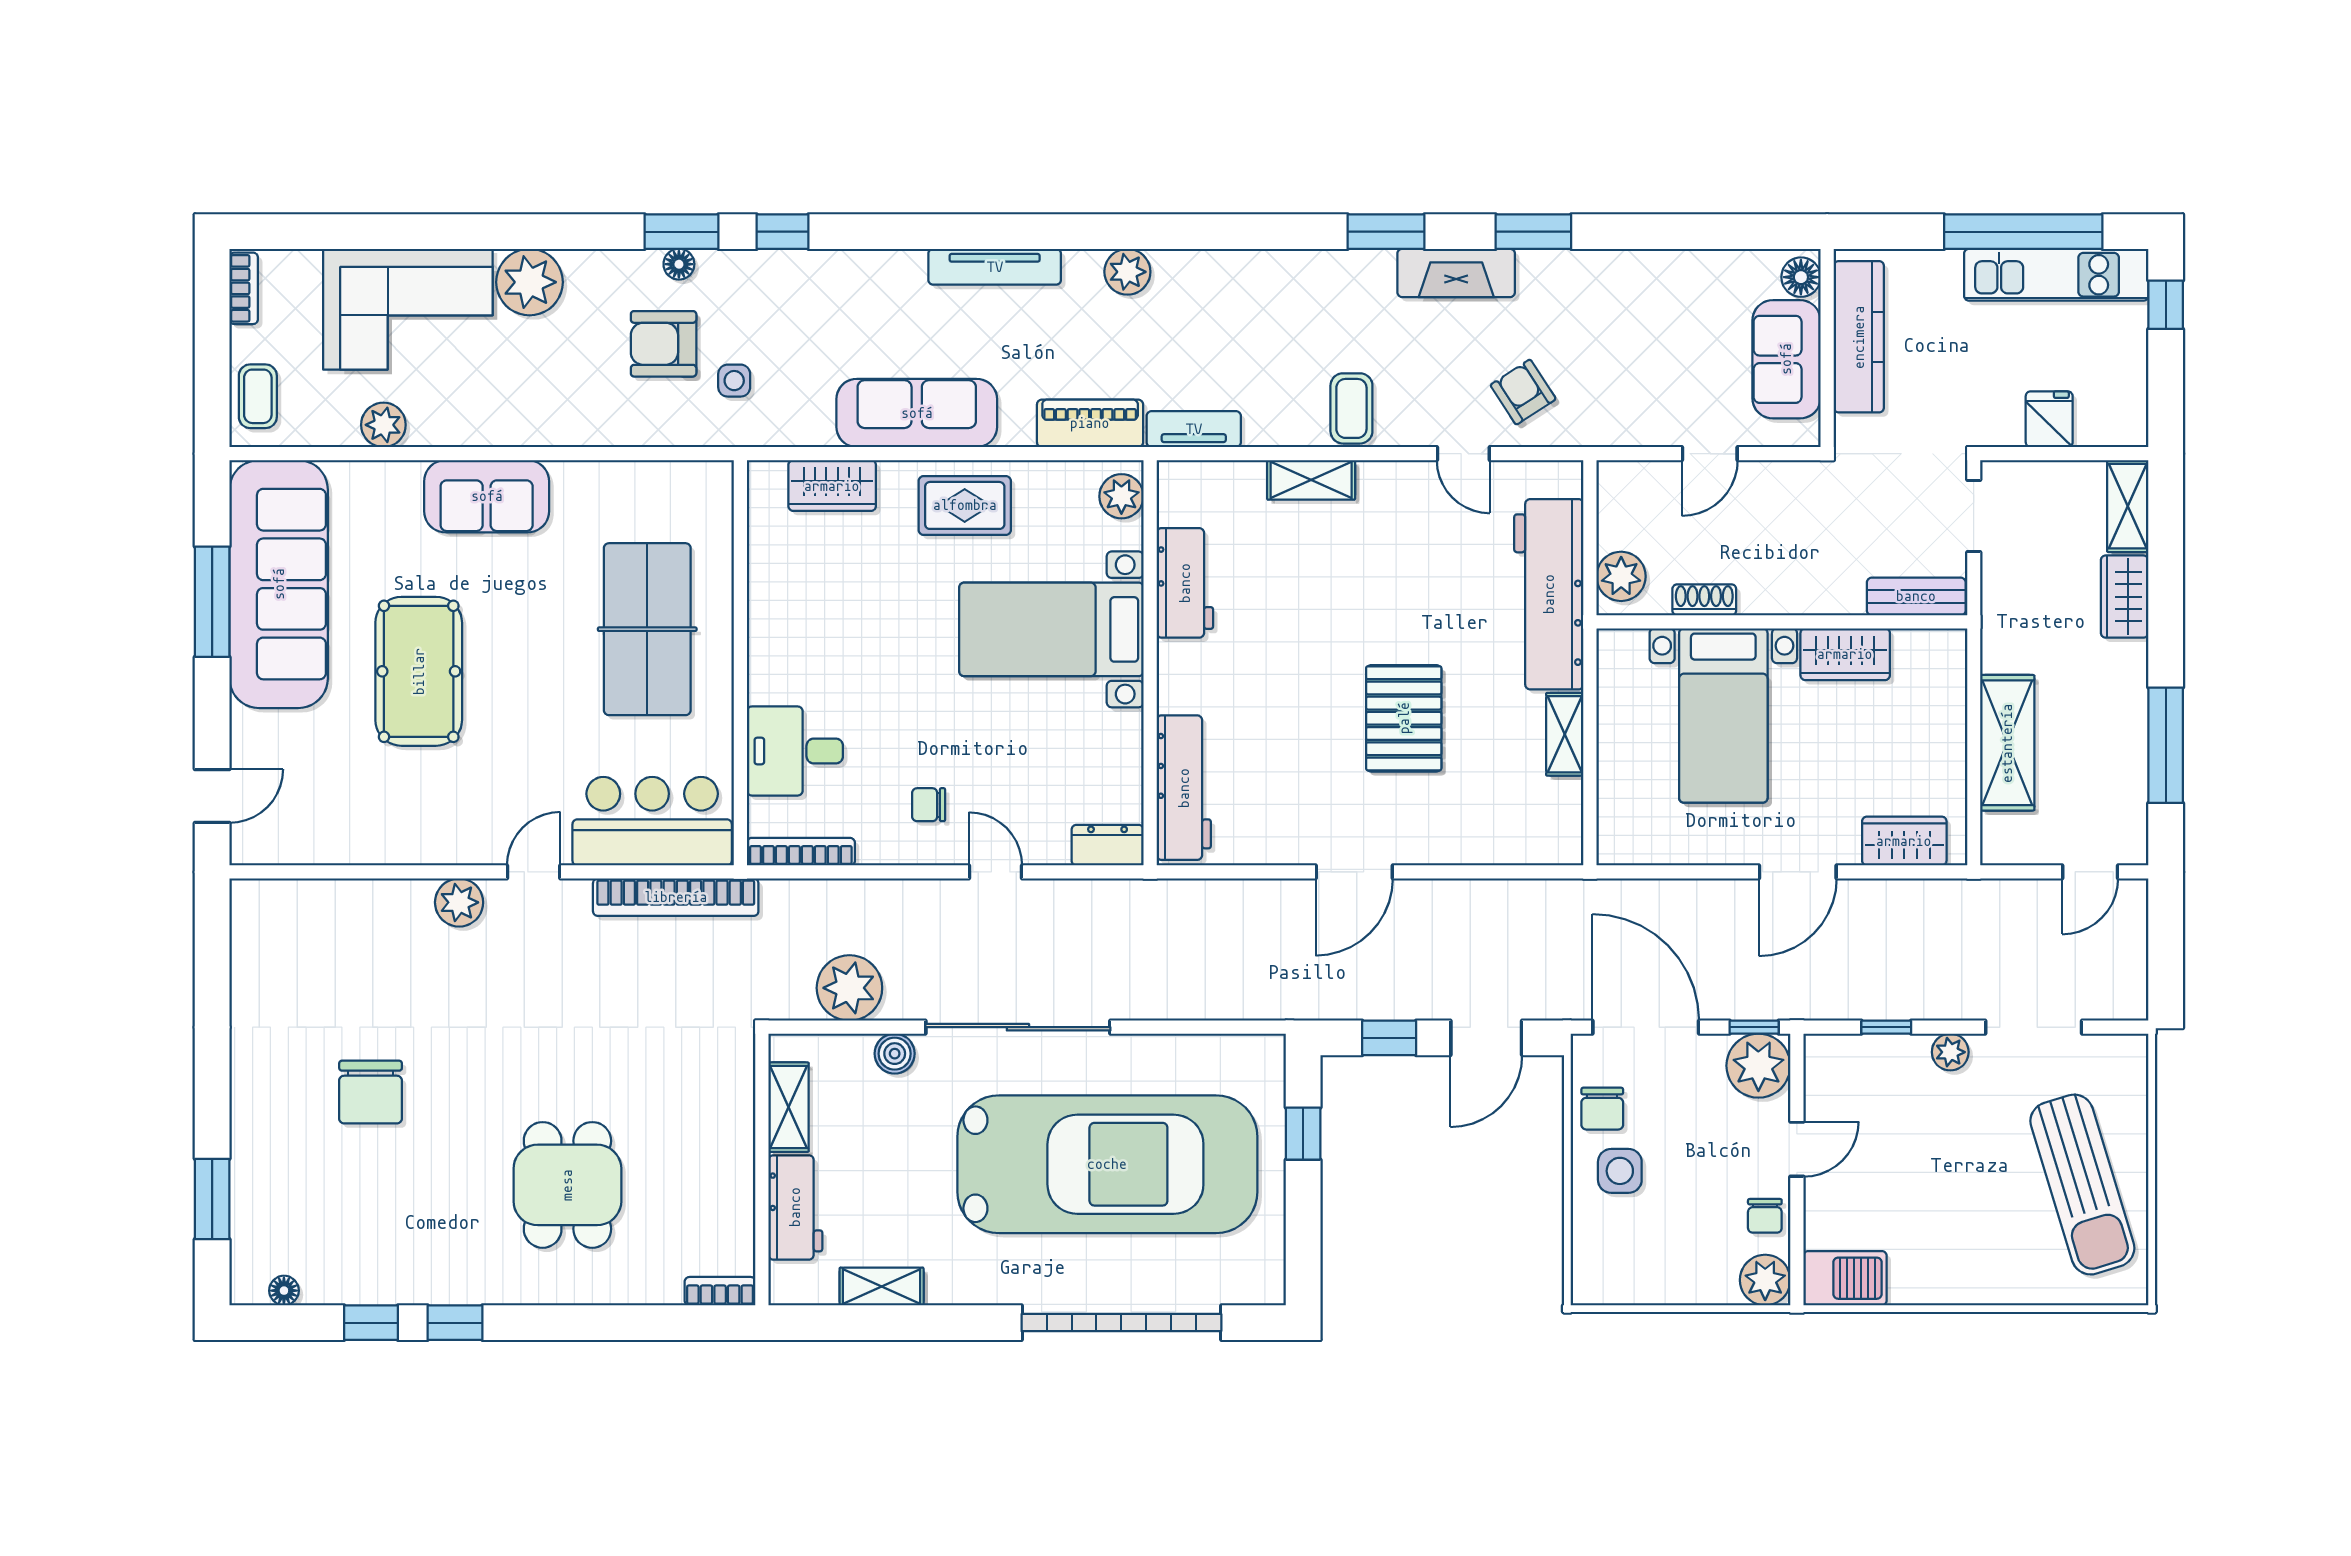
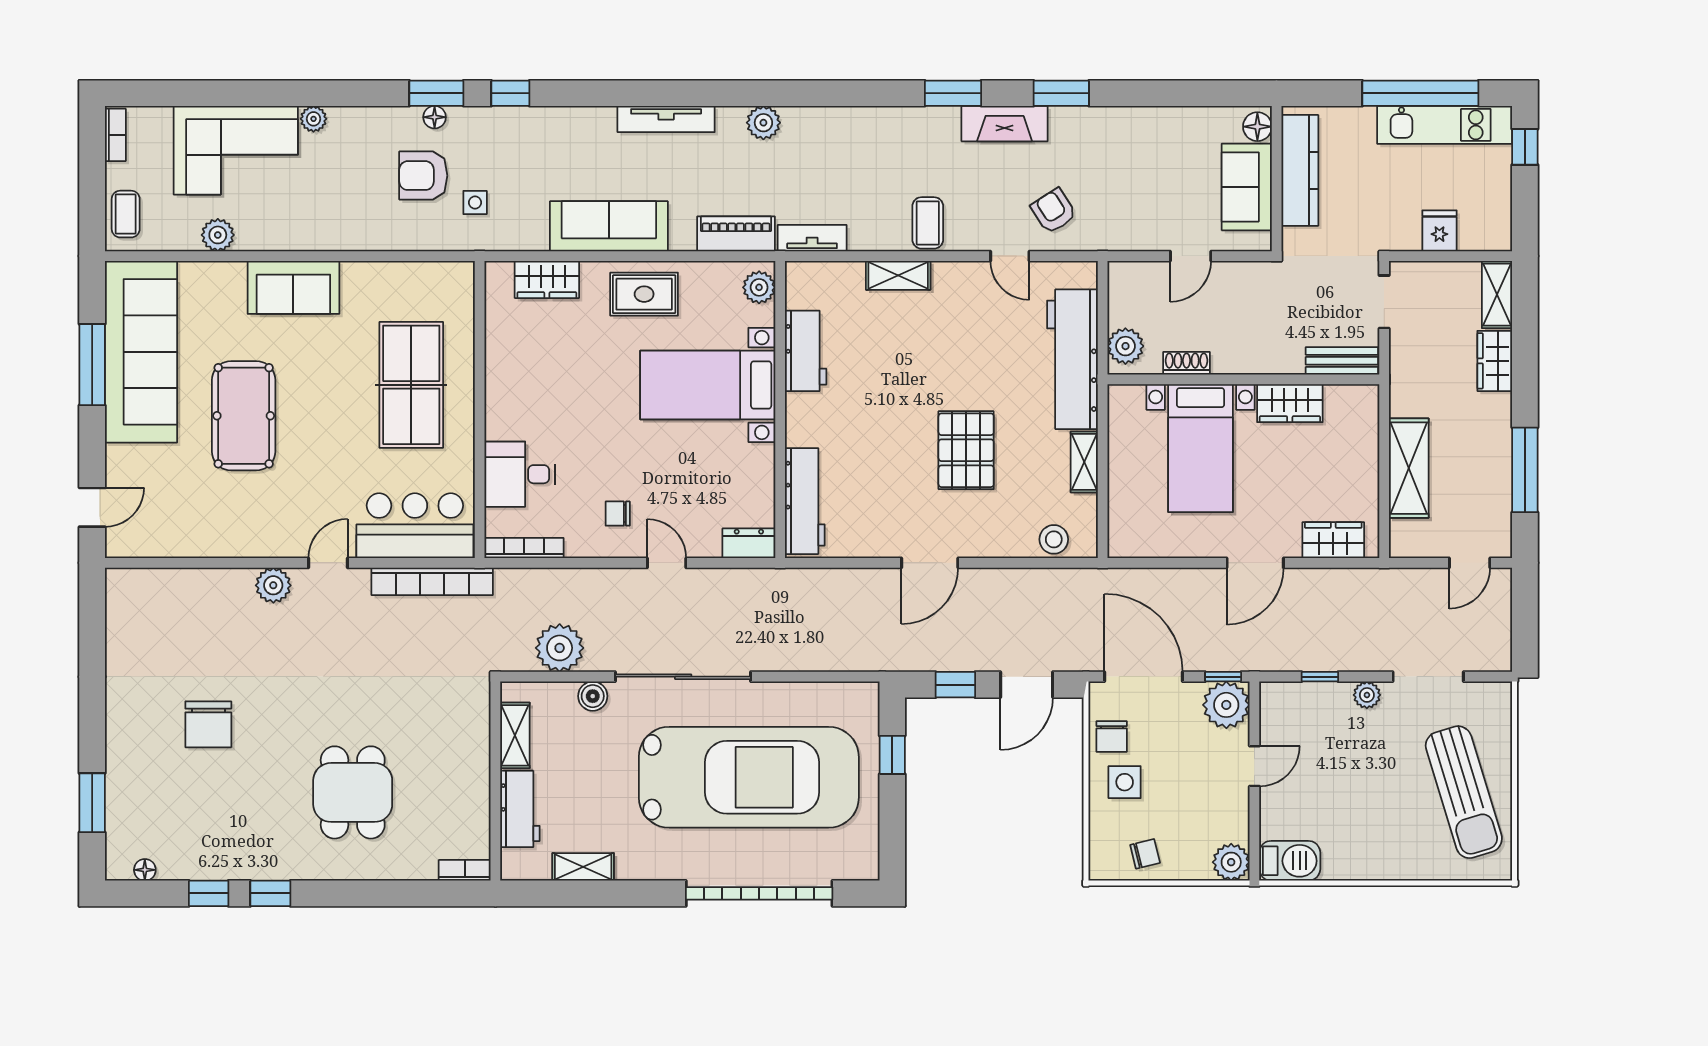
plant: (529, 282) -> (313, 119), width x0.53, depth x0.53
stool: (1523, 840) -> (1054, 539), added
chair: (1765, 1216) -> (1145, 854), moved, turned -104

